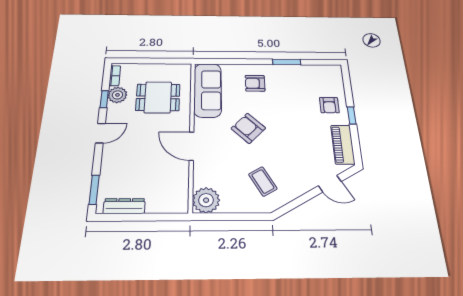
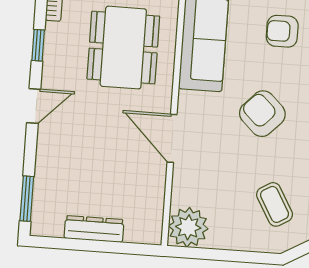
plant: (117, 95) -> (59, 39), removed
dining table: (158, 97) -> (123, 48), width x1.37
dresser: (124, 206) -> (94, 229), moved

